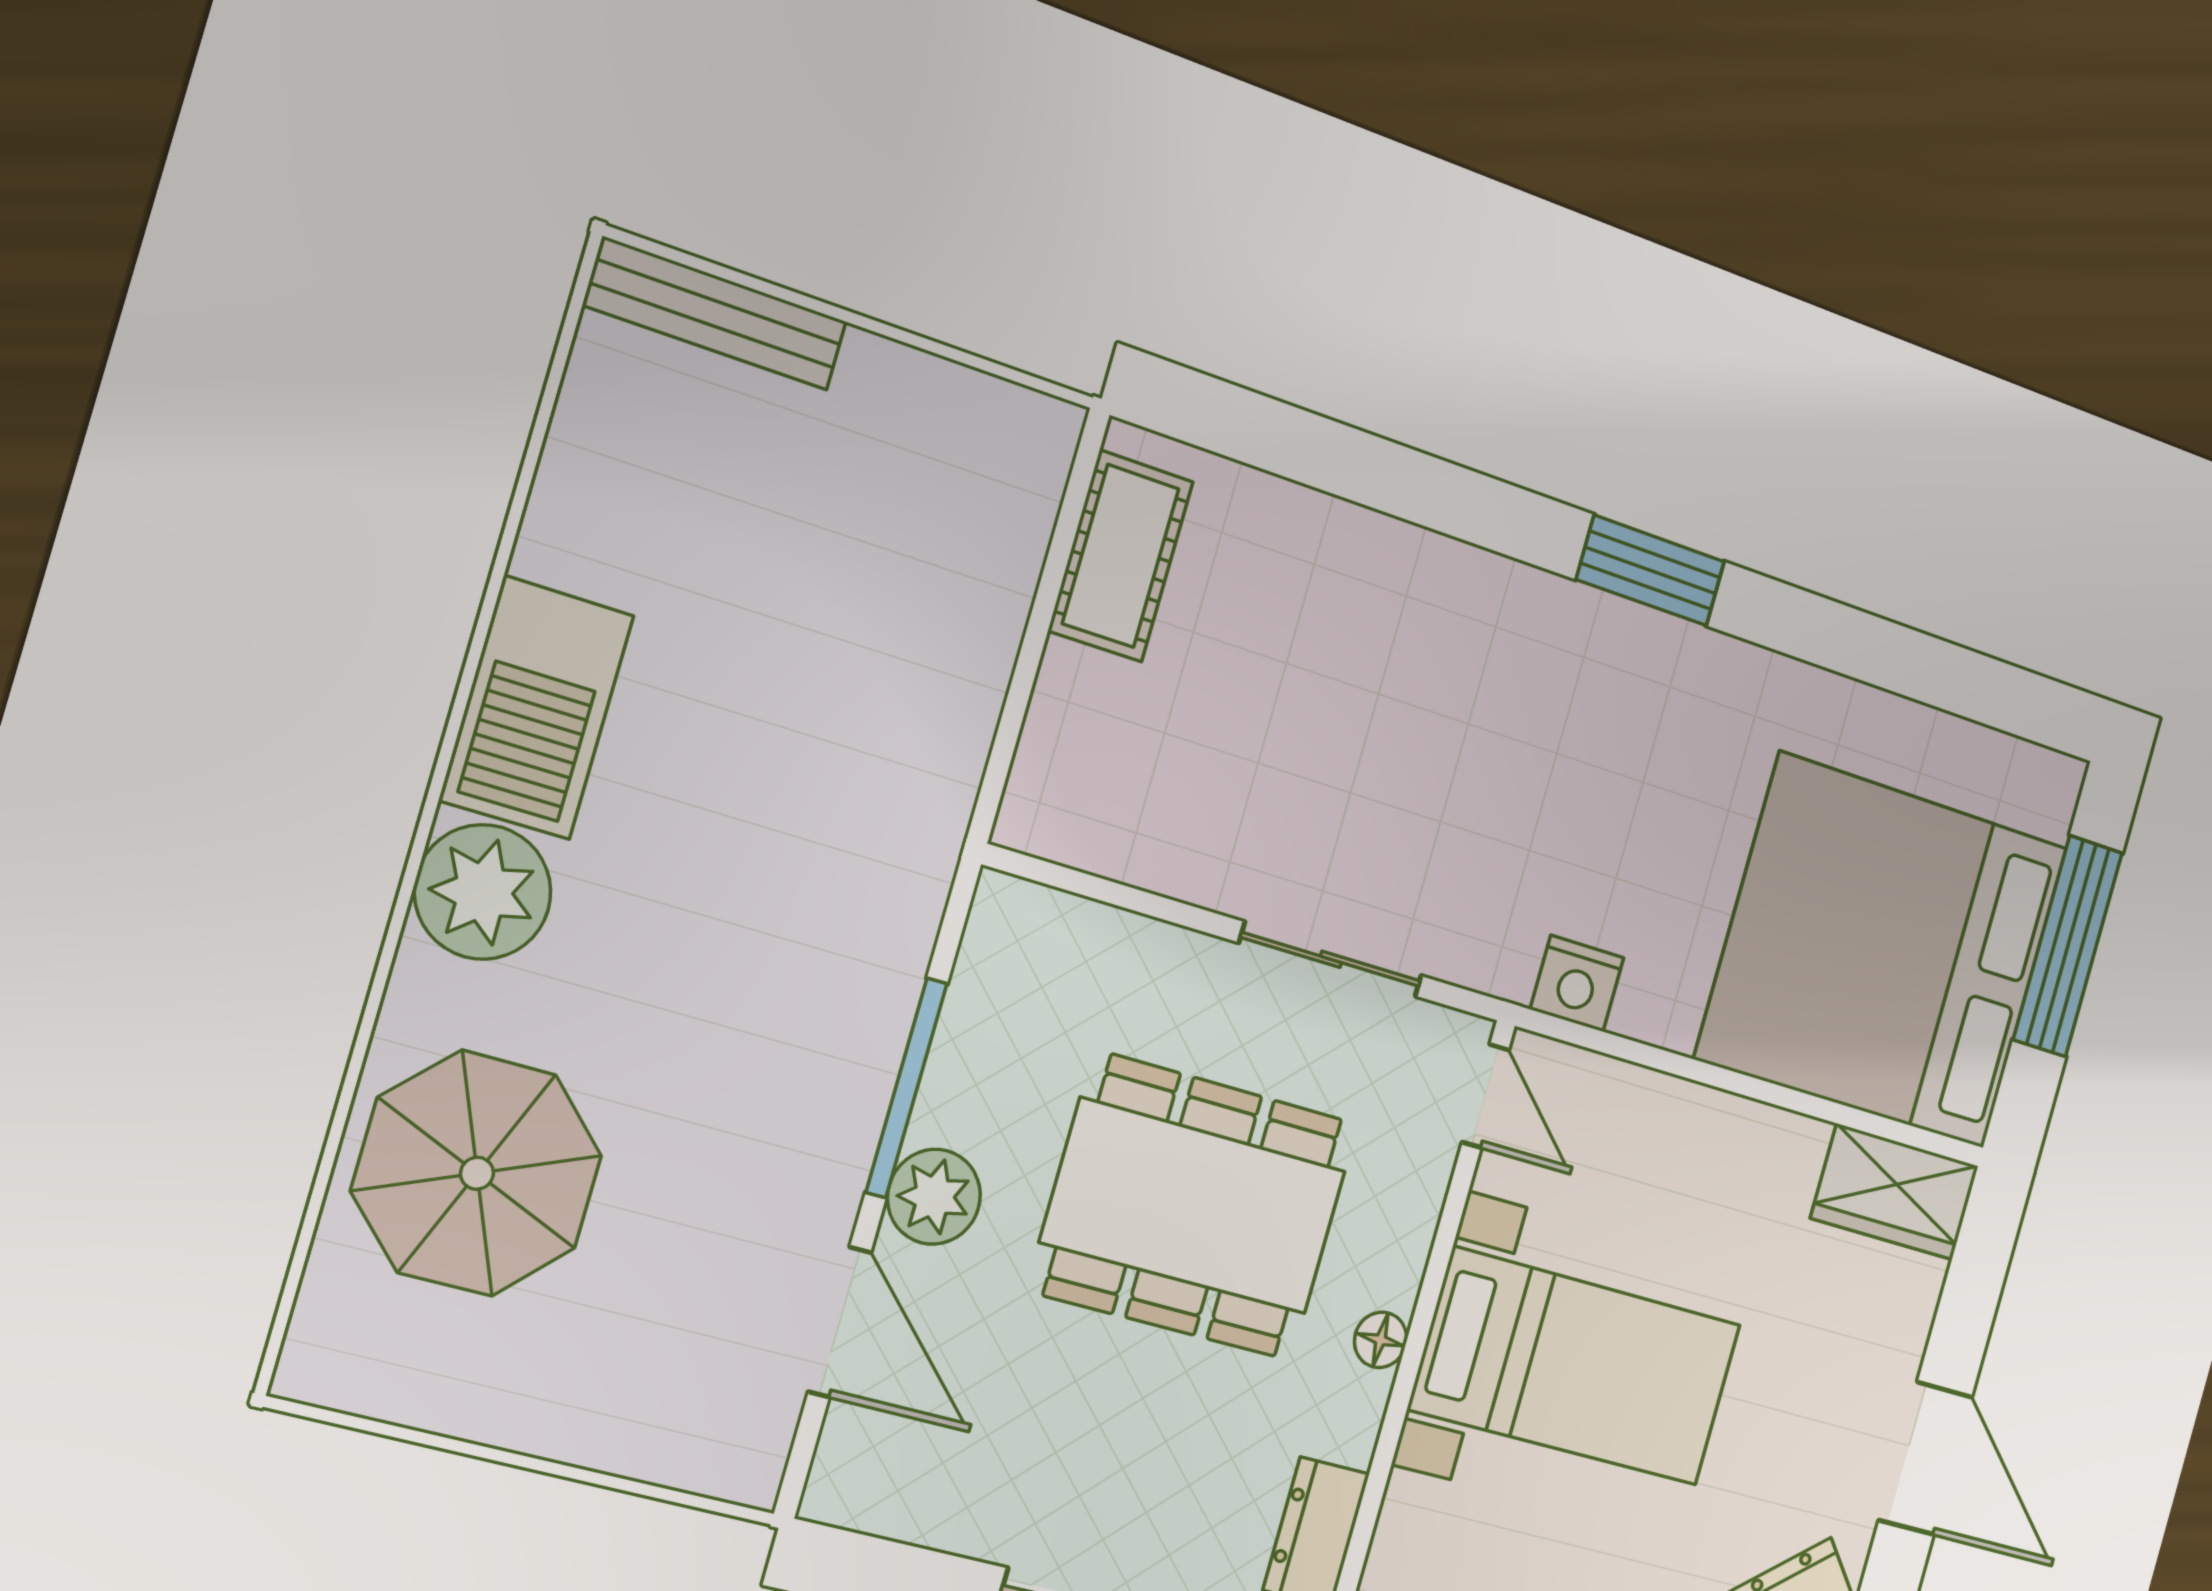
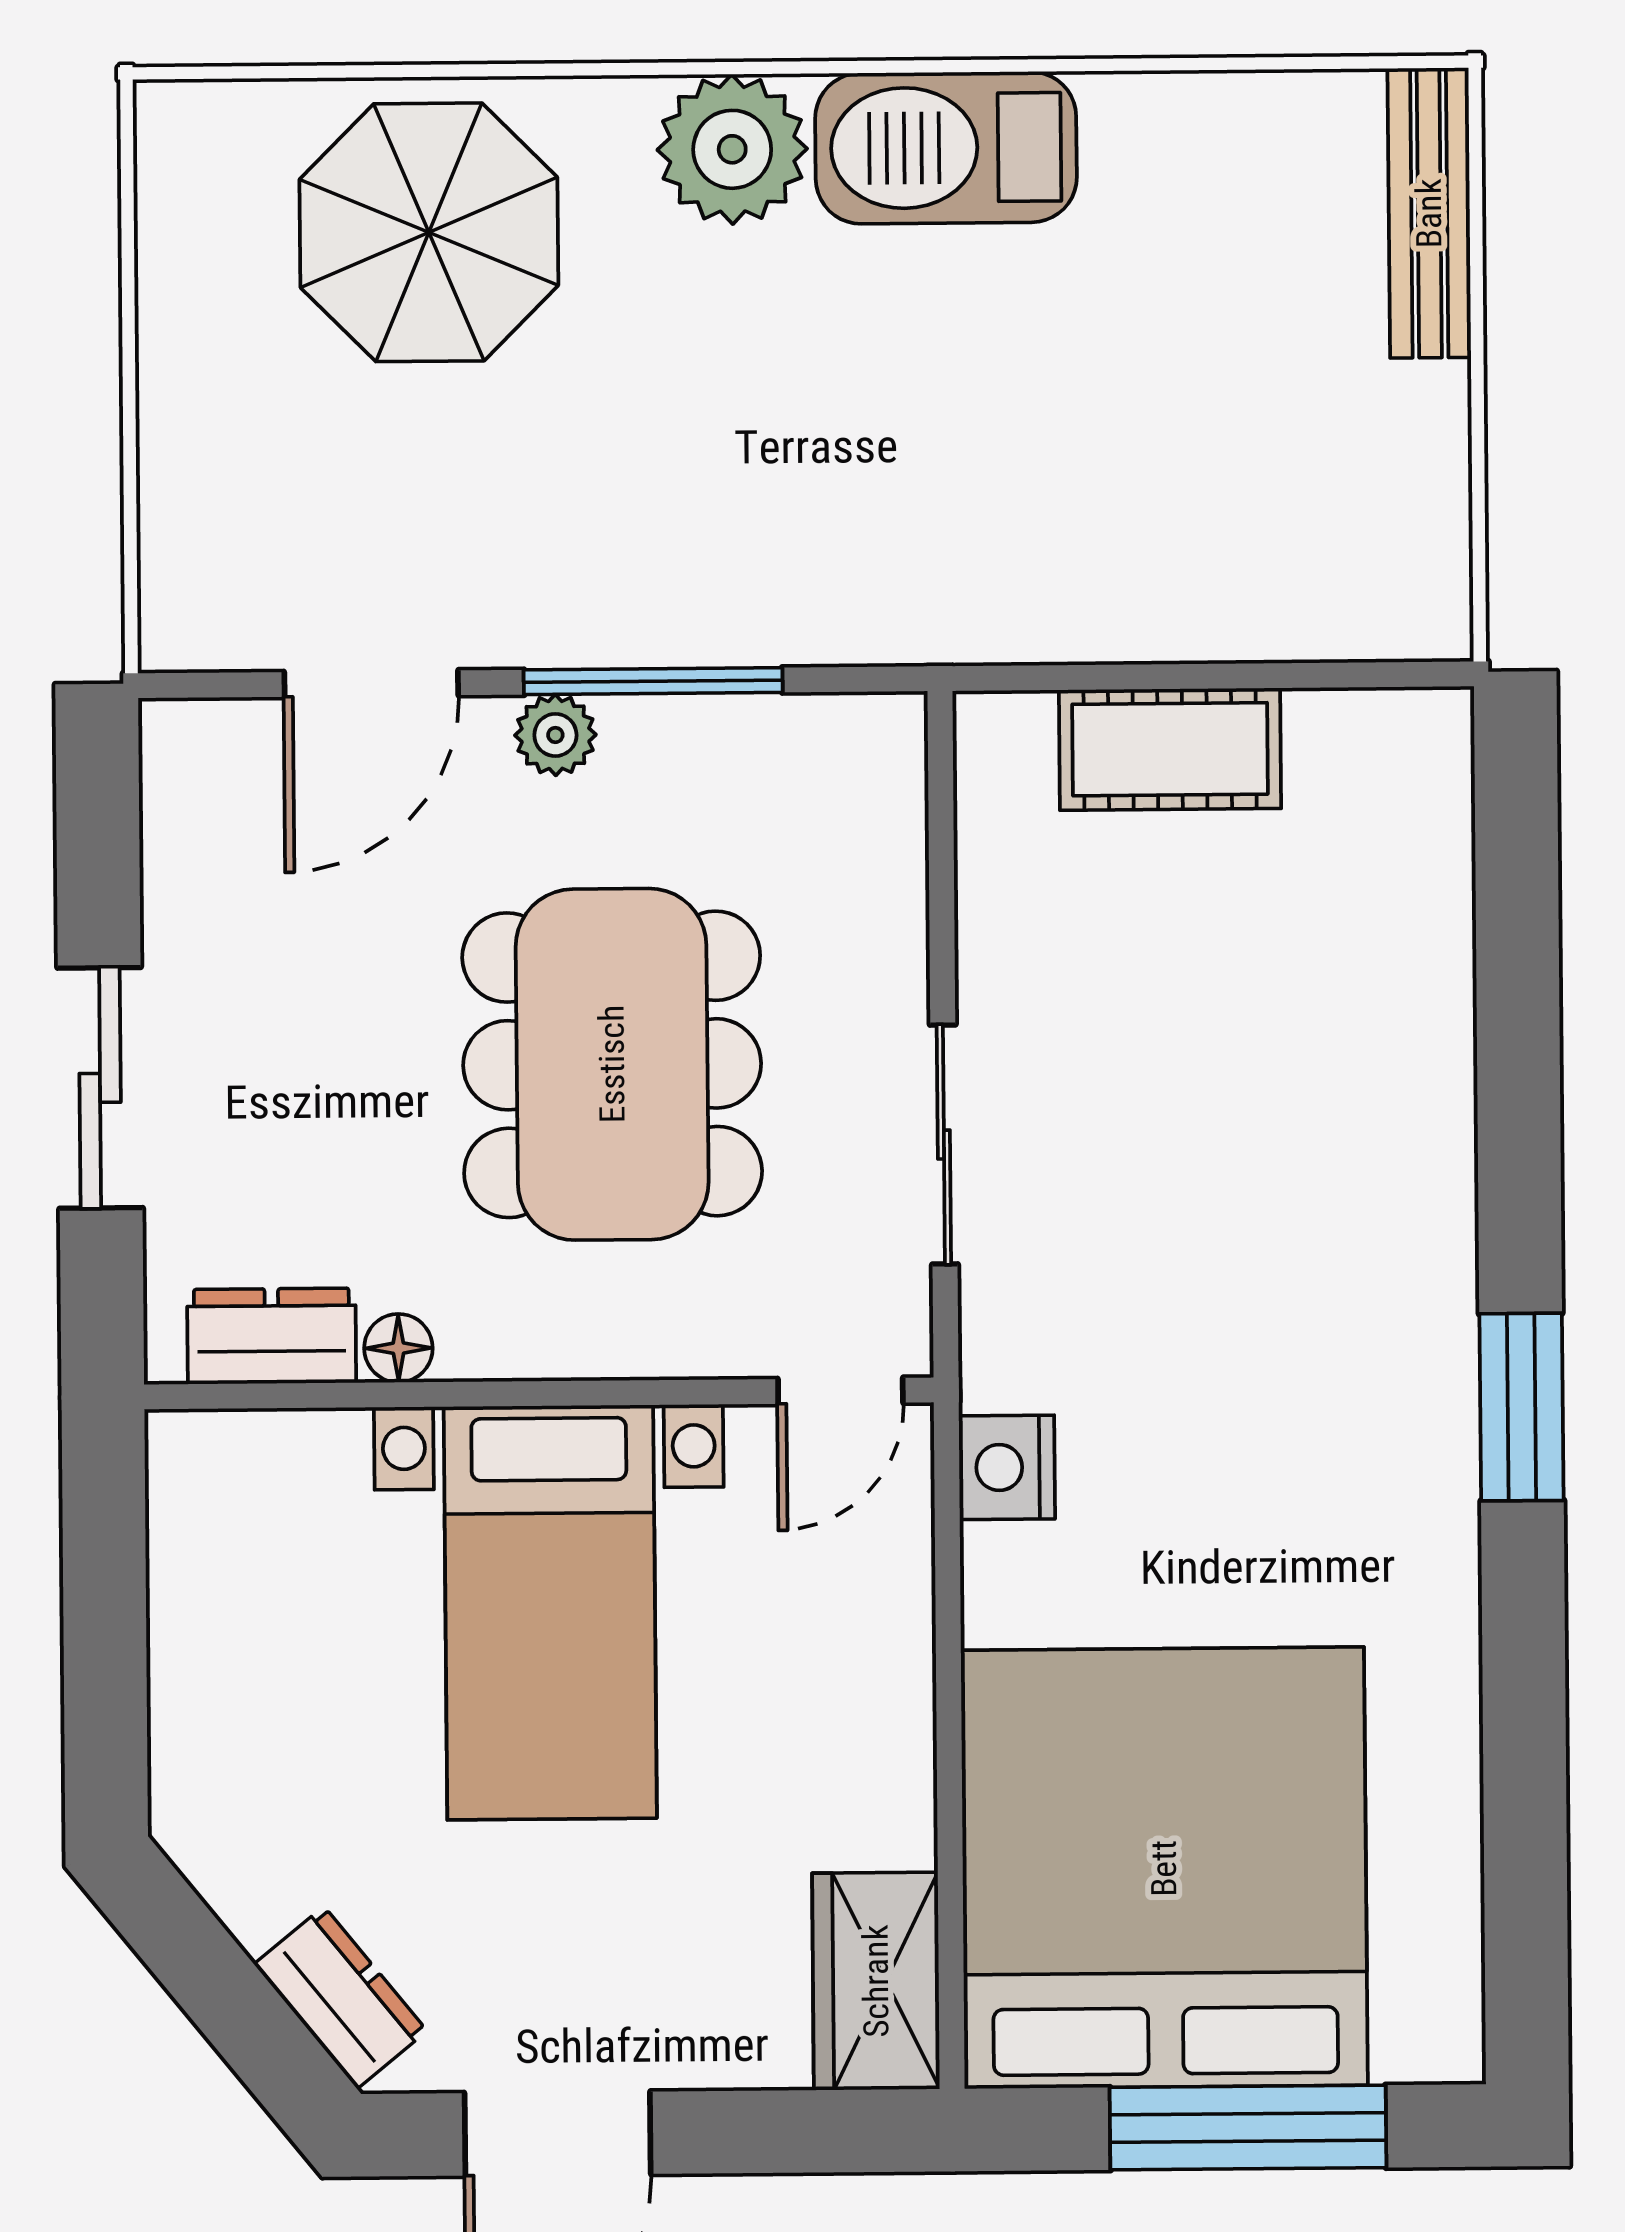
cot: (1121, 556) -> (1170, 749), moved
plant: (934, 1197) -> (555, 735), width x0.73, depth x0.73
floor lamp: (1381, 1340) -> (398, 1348), moved

